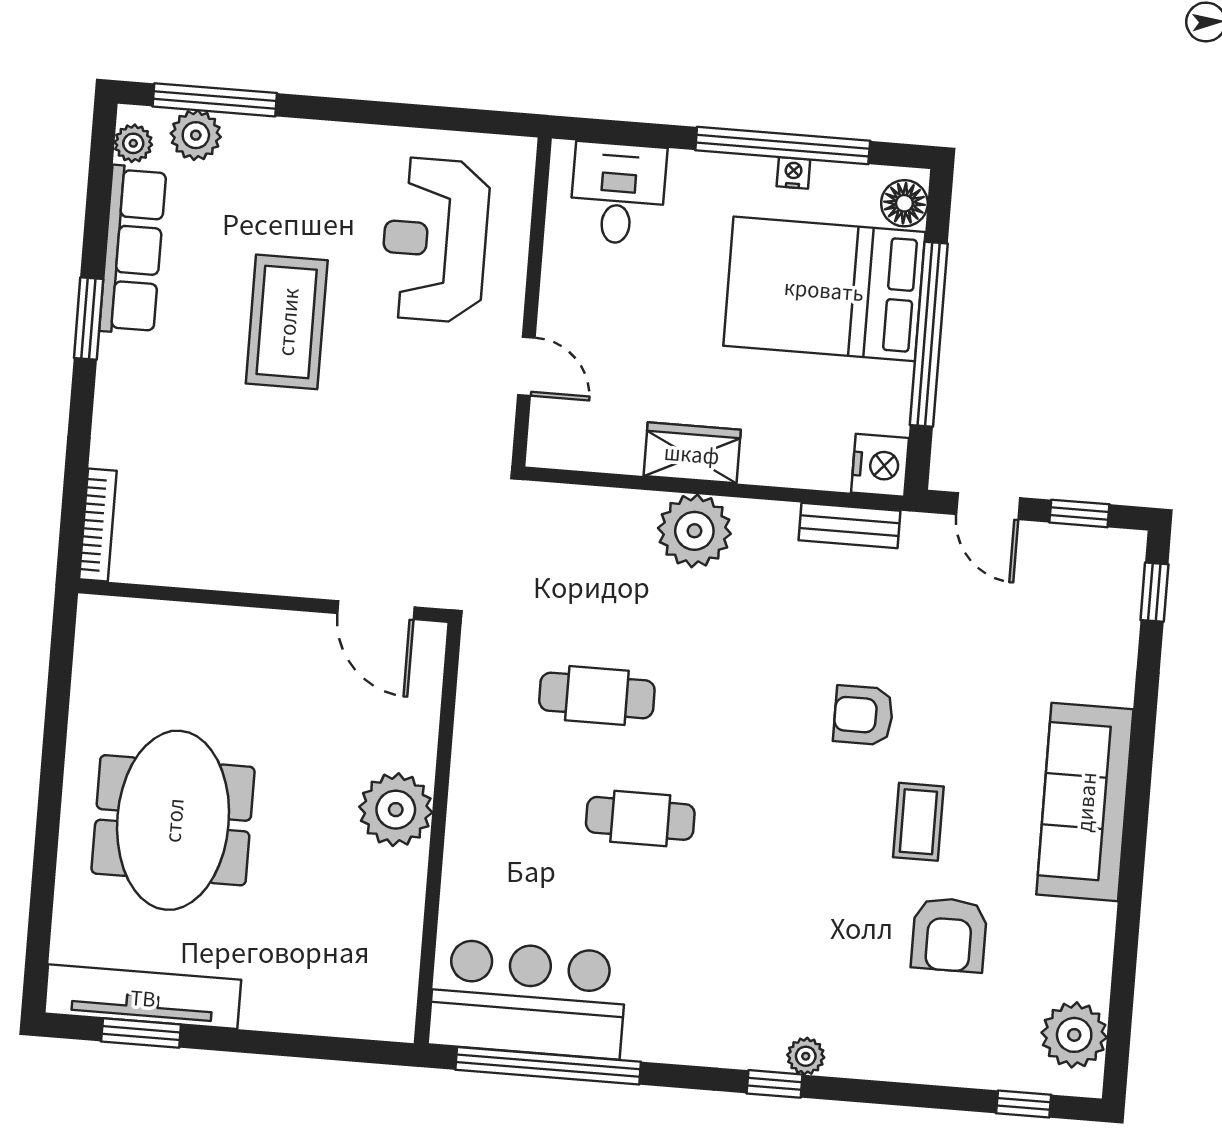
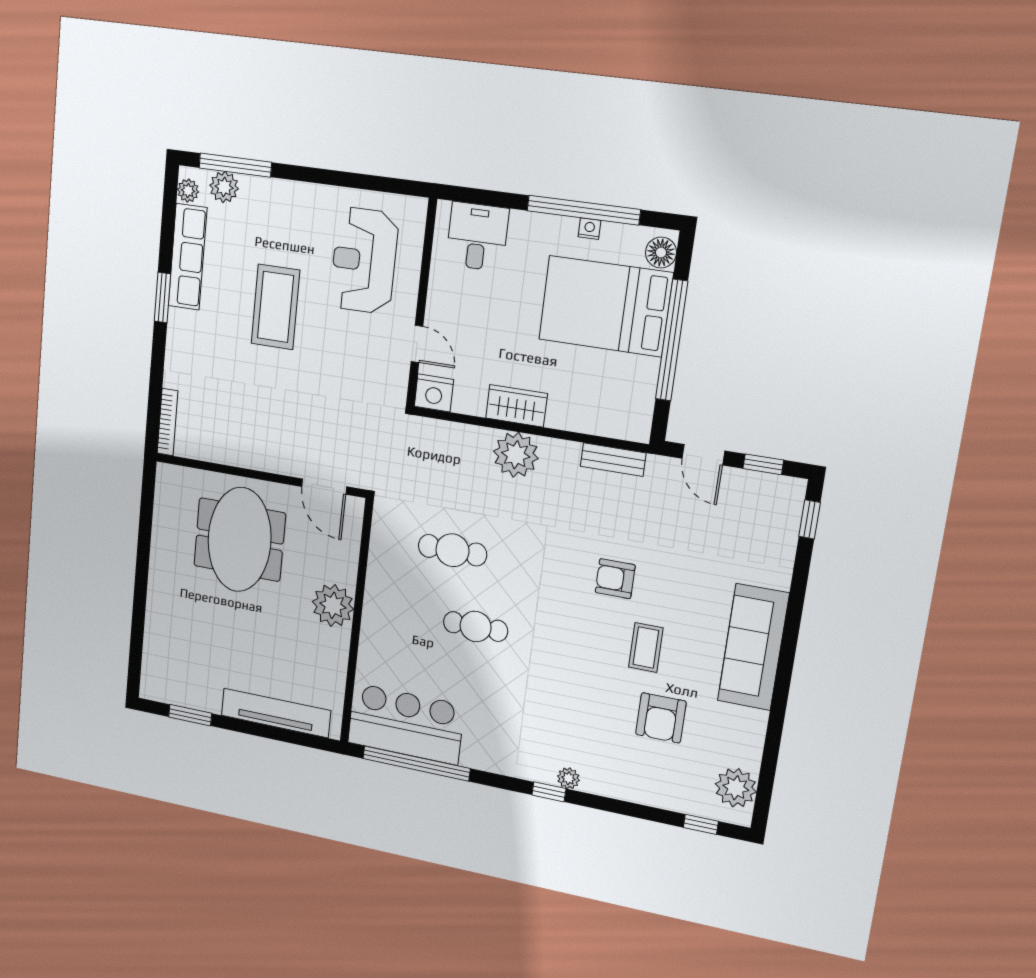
nightstand: (880, 465) -> (434, 393), moved, turned 90
meeting table: (173, 820) -> (239, 540), moved
tv unit: (143, 997) -> (276, 713), moved

